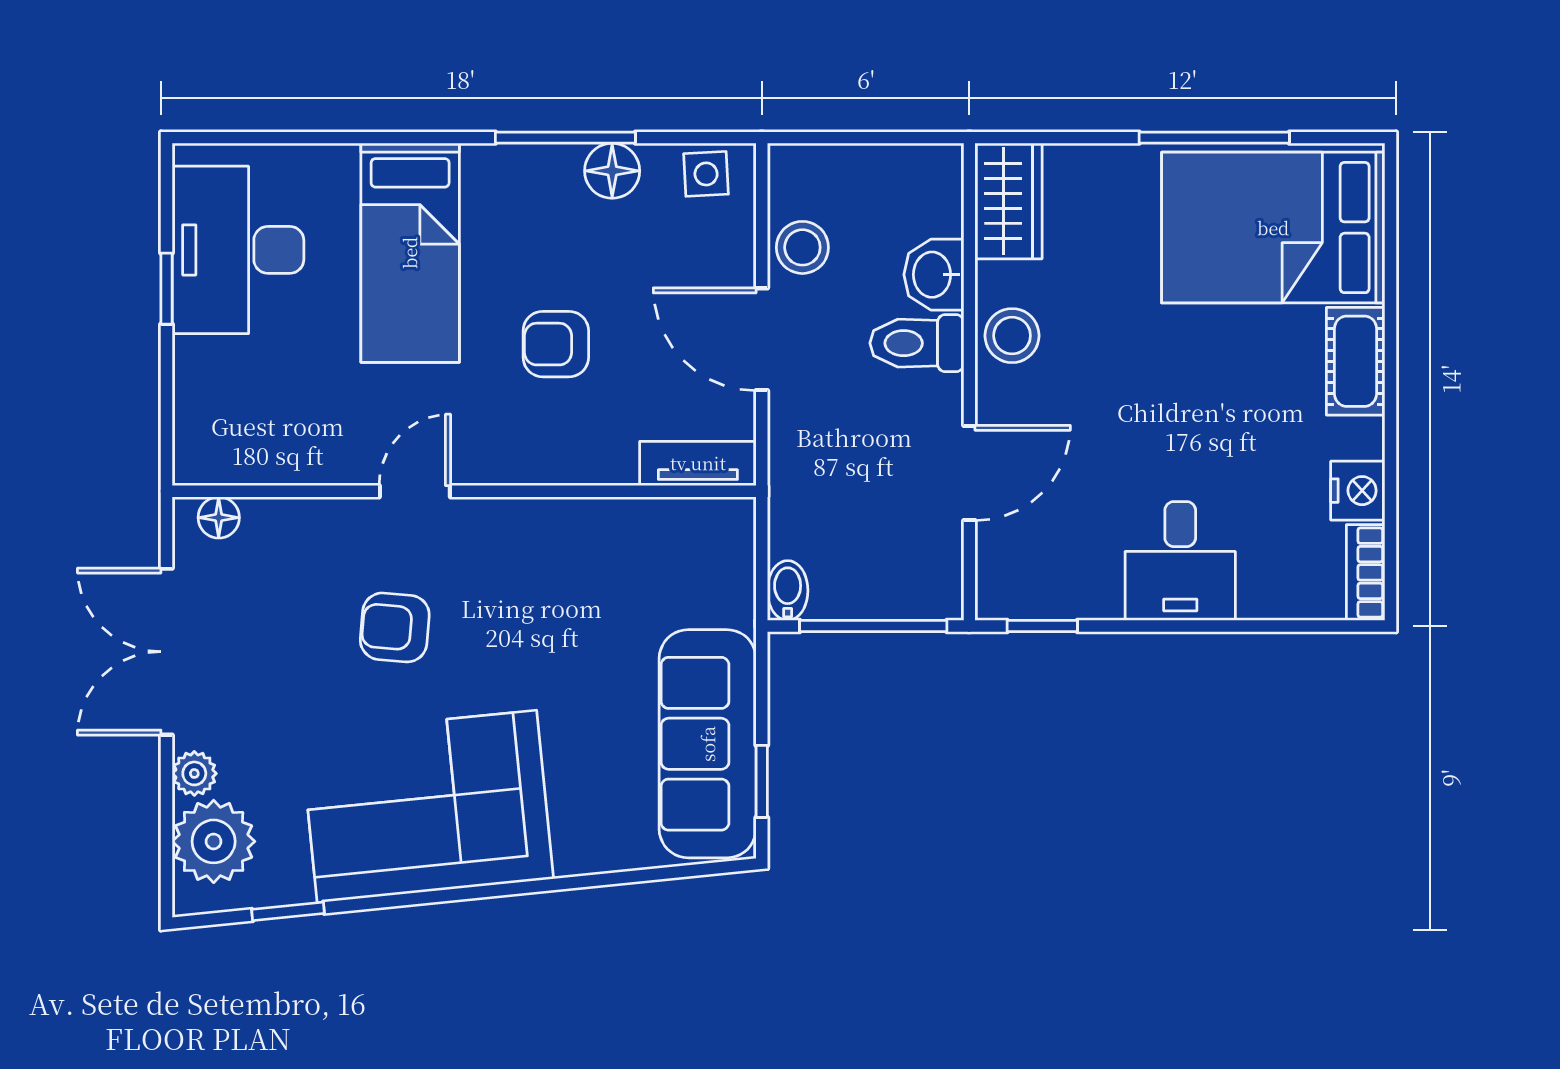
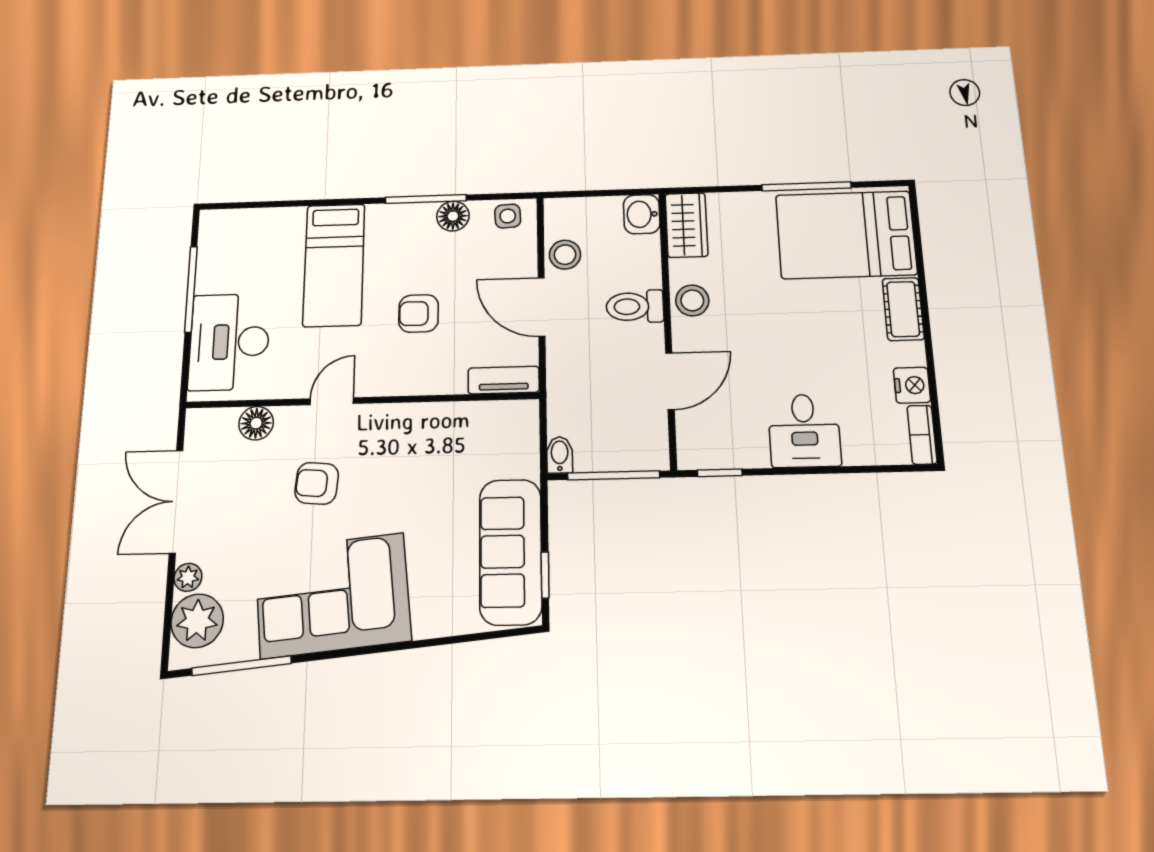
desk: (238, 250) -> (229, 342), moved
washbasin: (934, 275) -> (642, 214), moved
window: (167, 289) -> (191, 289), width x2.17
floor lamp: (219, 518) -> (256, 423), moved, width x1.37, depth x1.37
window: (288, 911) -> (242, 666), width x2.17

